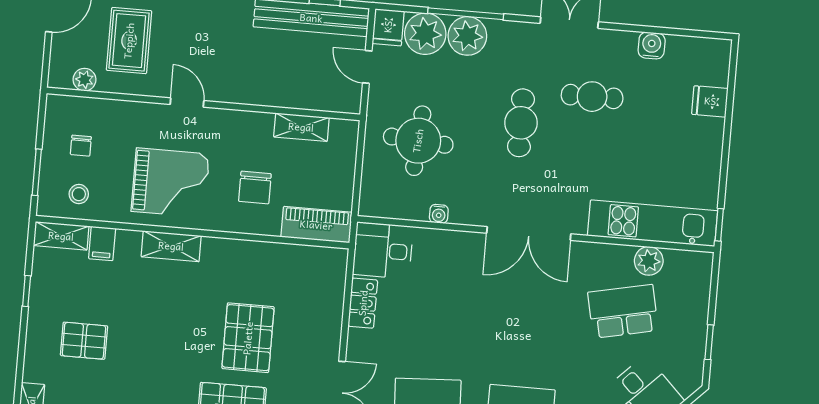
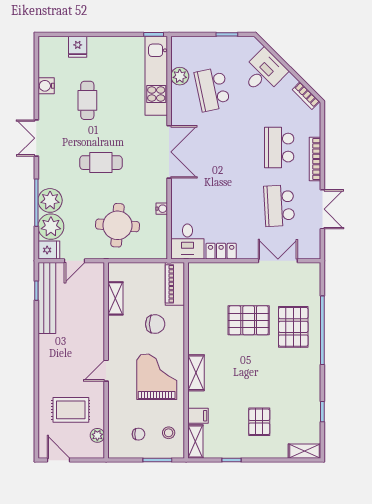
cafe table: (592, 97) -> (87, 100), moved

